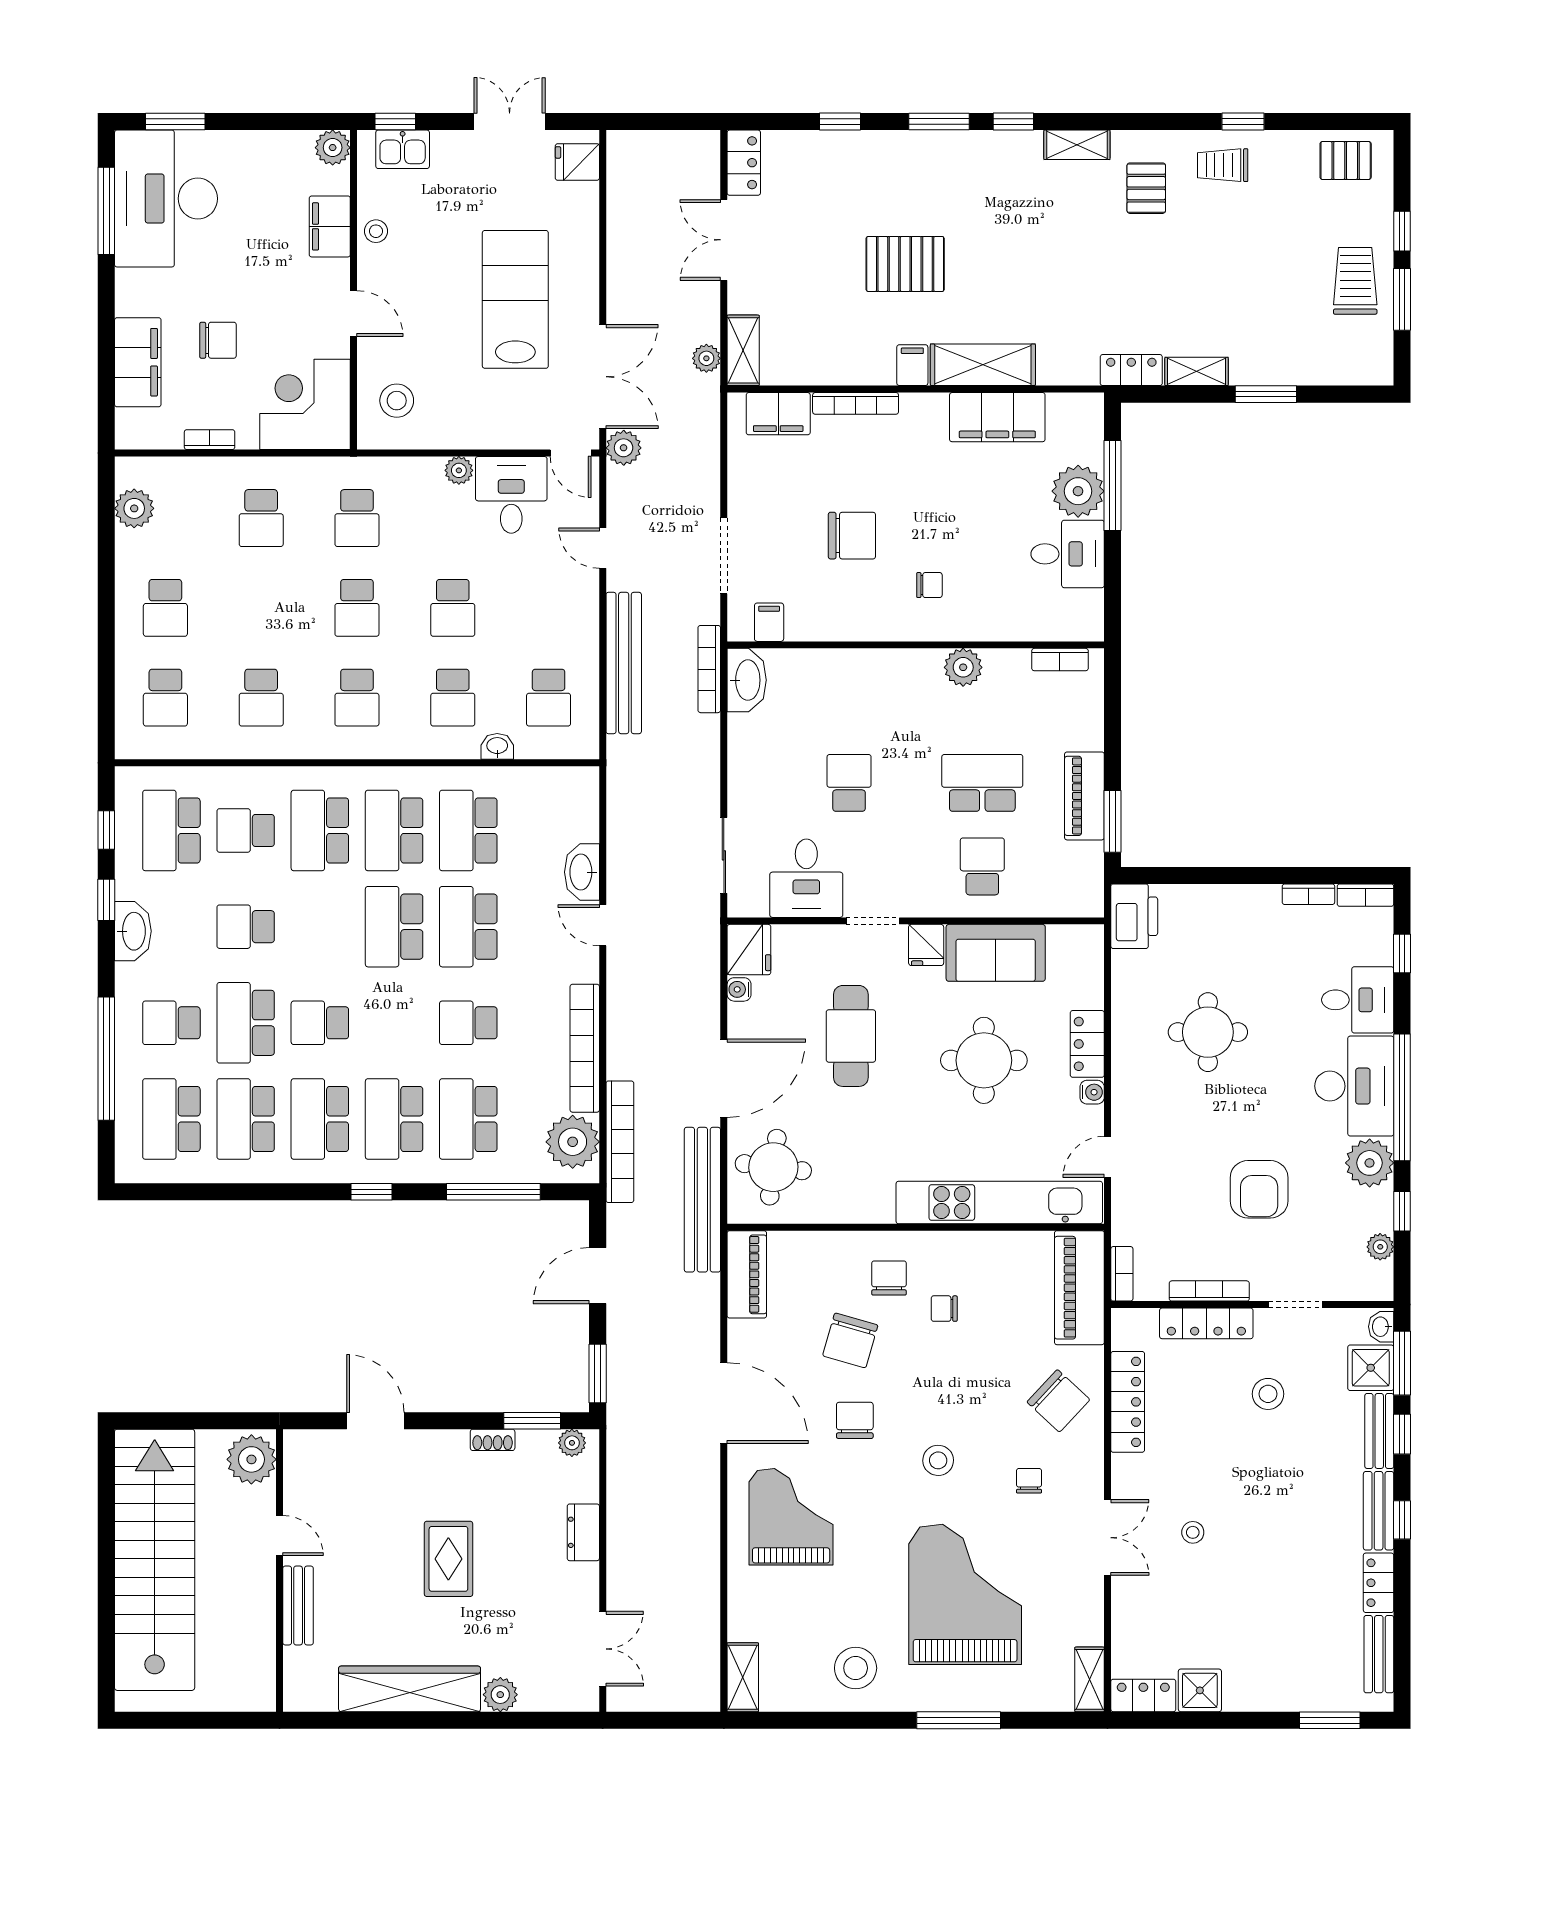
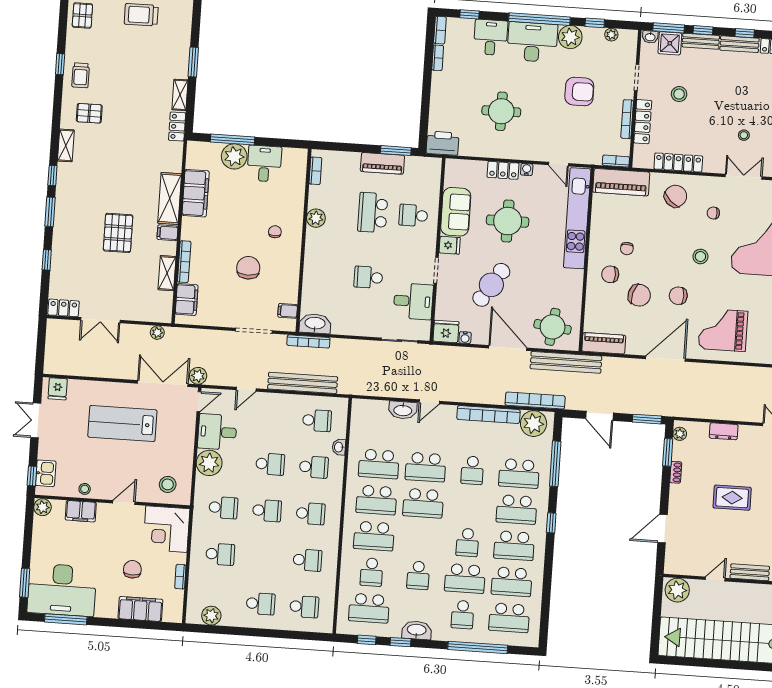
shelving: (743, 350) -> (167, 273), moved, turned 90
plant: (459, 470) -> (209, 463), width x1.87, depth x1.87
cafe table: (851, 1036) -> (491, 285), turned -57

